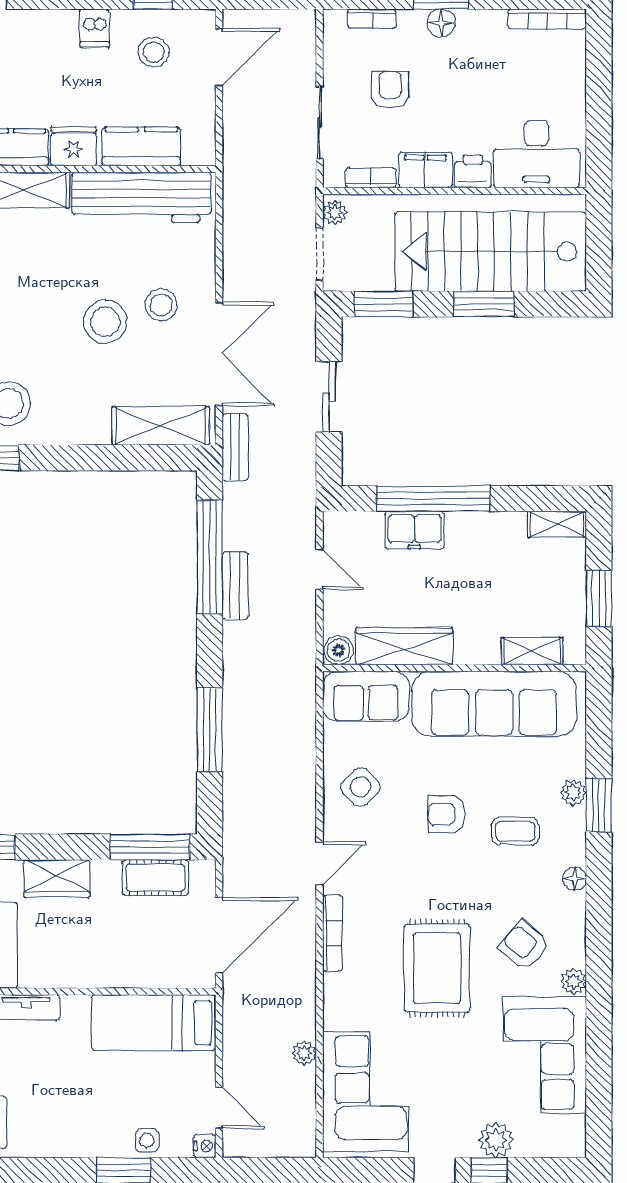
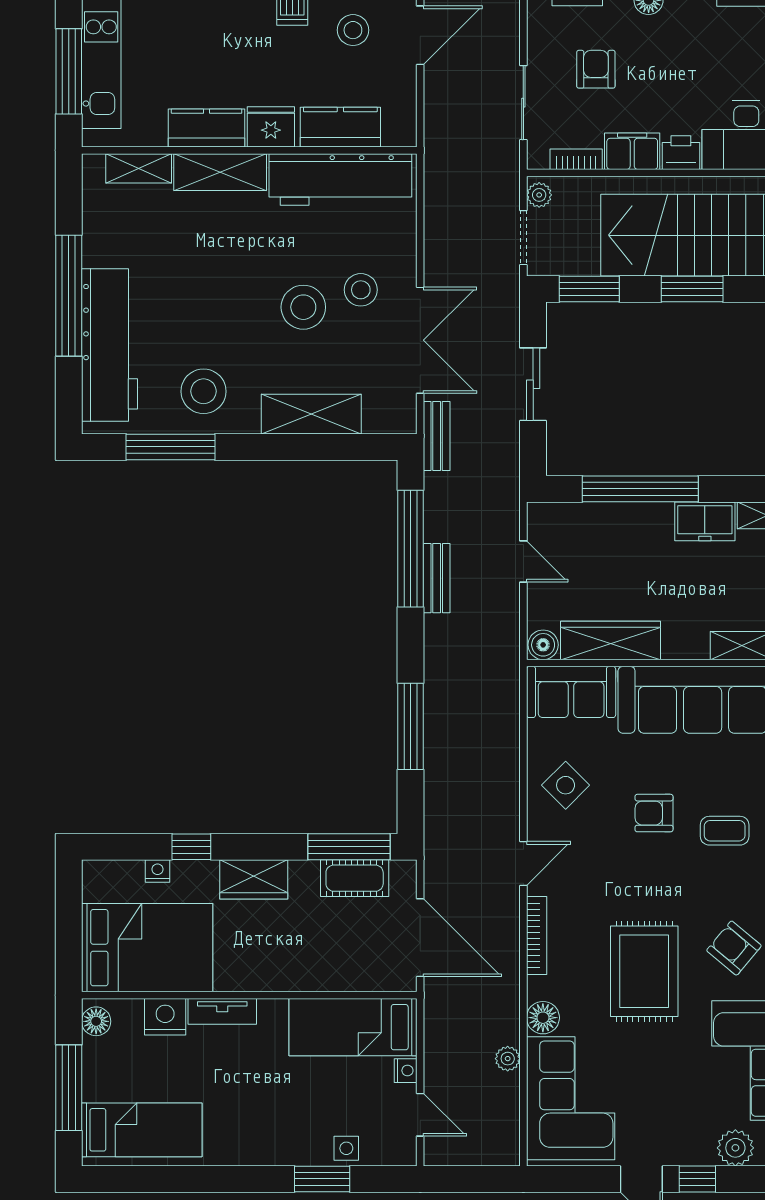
shelving: (161, 426) -> (311, 414), moved
freezer: (415, 530) -> (705, 521), moved
door: (219, 935) -> (420, 938), hinge flipped
floor lamp: (339, 1013) -> (543, 1018), added
plant: (496, 1140) -> (735, 1148), moved
nightstand: (205, 1146) -> (406, 1071), moved

